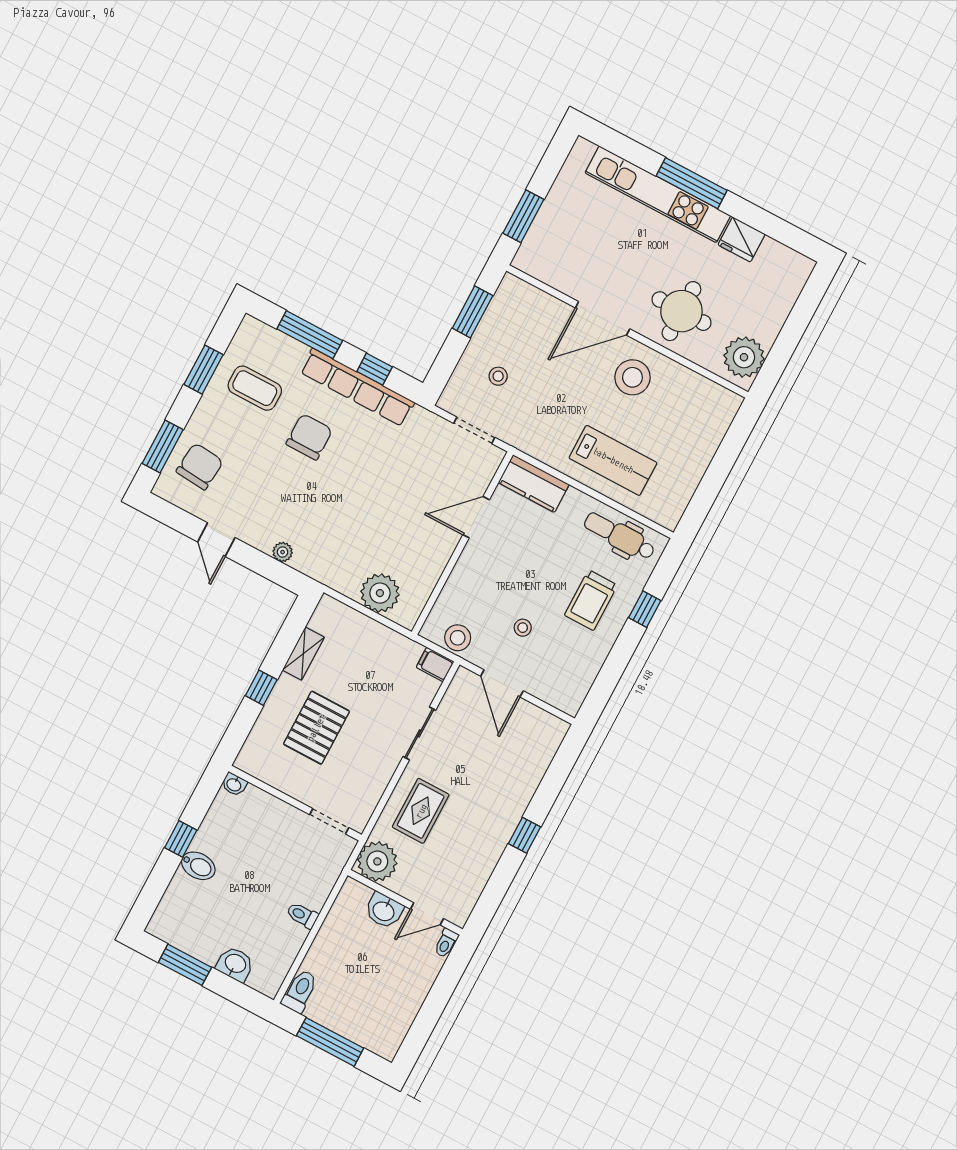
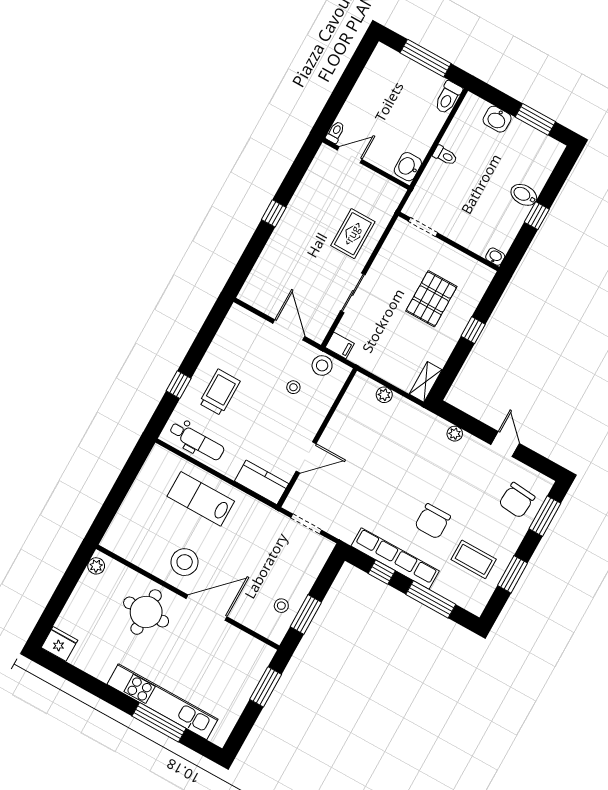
window: (692, 183) -> (159, 722), moved
fridge: (742, 239) -> (59, 644), moved
plant: (744, 357) -> (96, 566), width x0.53, depth x0.53
stool: (498, 376) -> (281, 606), moved
plant: (380, 593) -> (384, 395), width x0.53, depth x0.53
stool: (523, 628) -> (293, 387), moved
shelving: (303, 654) -> (426, 382), moved
plant: (377, 861) -> (387, 196), removed
washbasin: (384, 911) -> (408, 167), moved, turned -90

